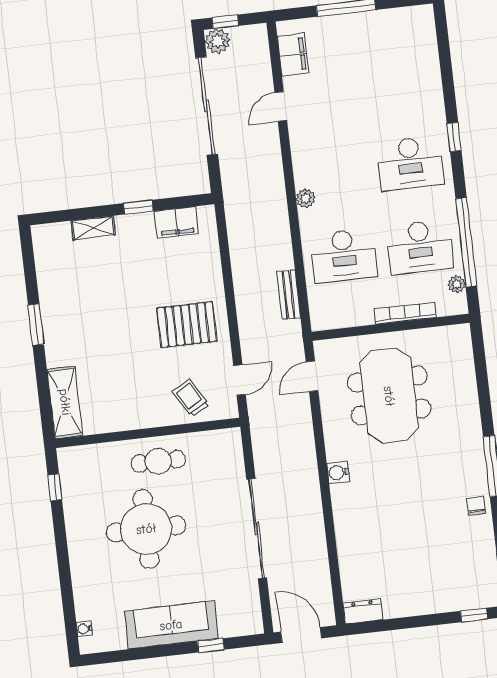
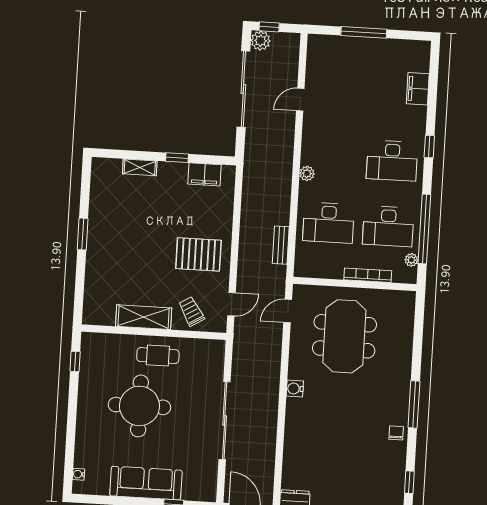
filing cabinet: (293, 55) -> (418, 89), moved, turned 180
shelving: (65, 402) -> (144, 317), moved, turned 90

